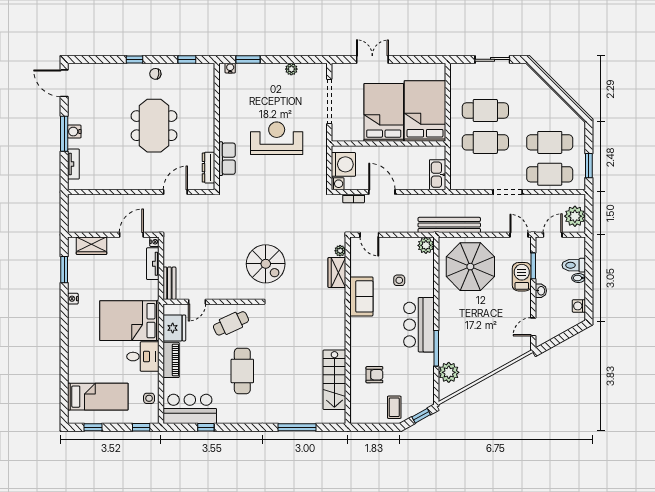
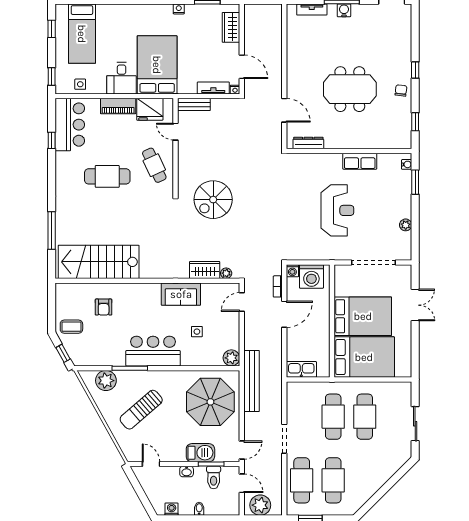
row of seats: (227, 159) -> (360, 161), moved
toilet: (574, 265) -> (214, 478), moved, turned 180
sun lounger: (478, 337) -> (141, 410), added
stairs: (334, 380) -> (99, 262), width x1.36, depth x1.51

